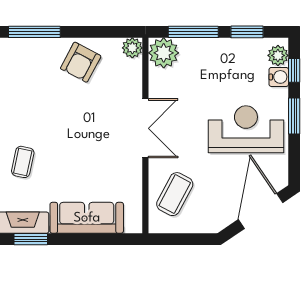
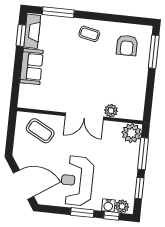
plant: (132, 48) -> (111, 111), moved
armchair: (81, 62) -> (127, 45), moved, turned -118
reception desk: (246, 129) -> (77, 181), turned 180
coffee table: (23, 162) -> (89, 34), moved
sofa: (87, 218) -> (32, 67), width x0.73

